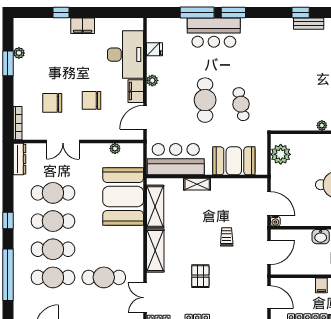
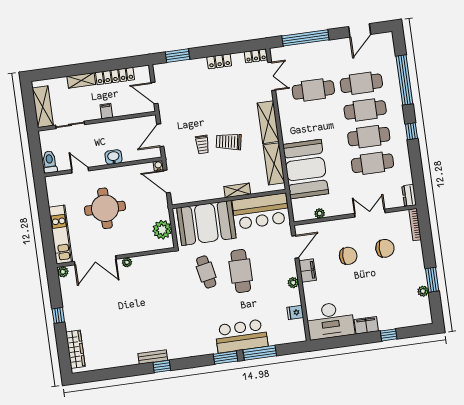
desk: (125, 55) -> (330, 321), moved, turned -90
dresser: (20, 159) -> (409, 195), width x0.70
booth: (234, 161) -> (206, 223), width x1.36, depth x1.42
trolley: (199, 236) -> (229, 142), added
pallet: (200, 276) -> (222, 104), removed

